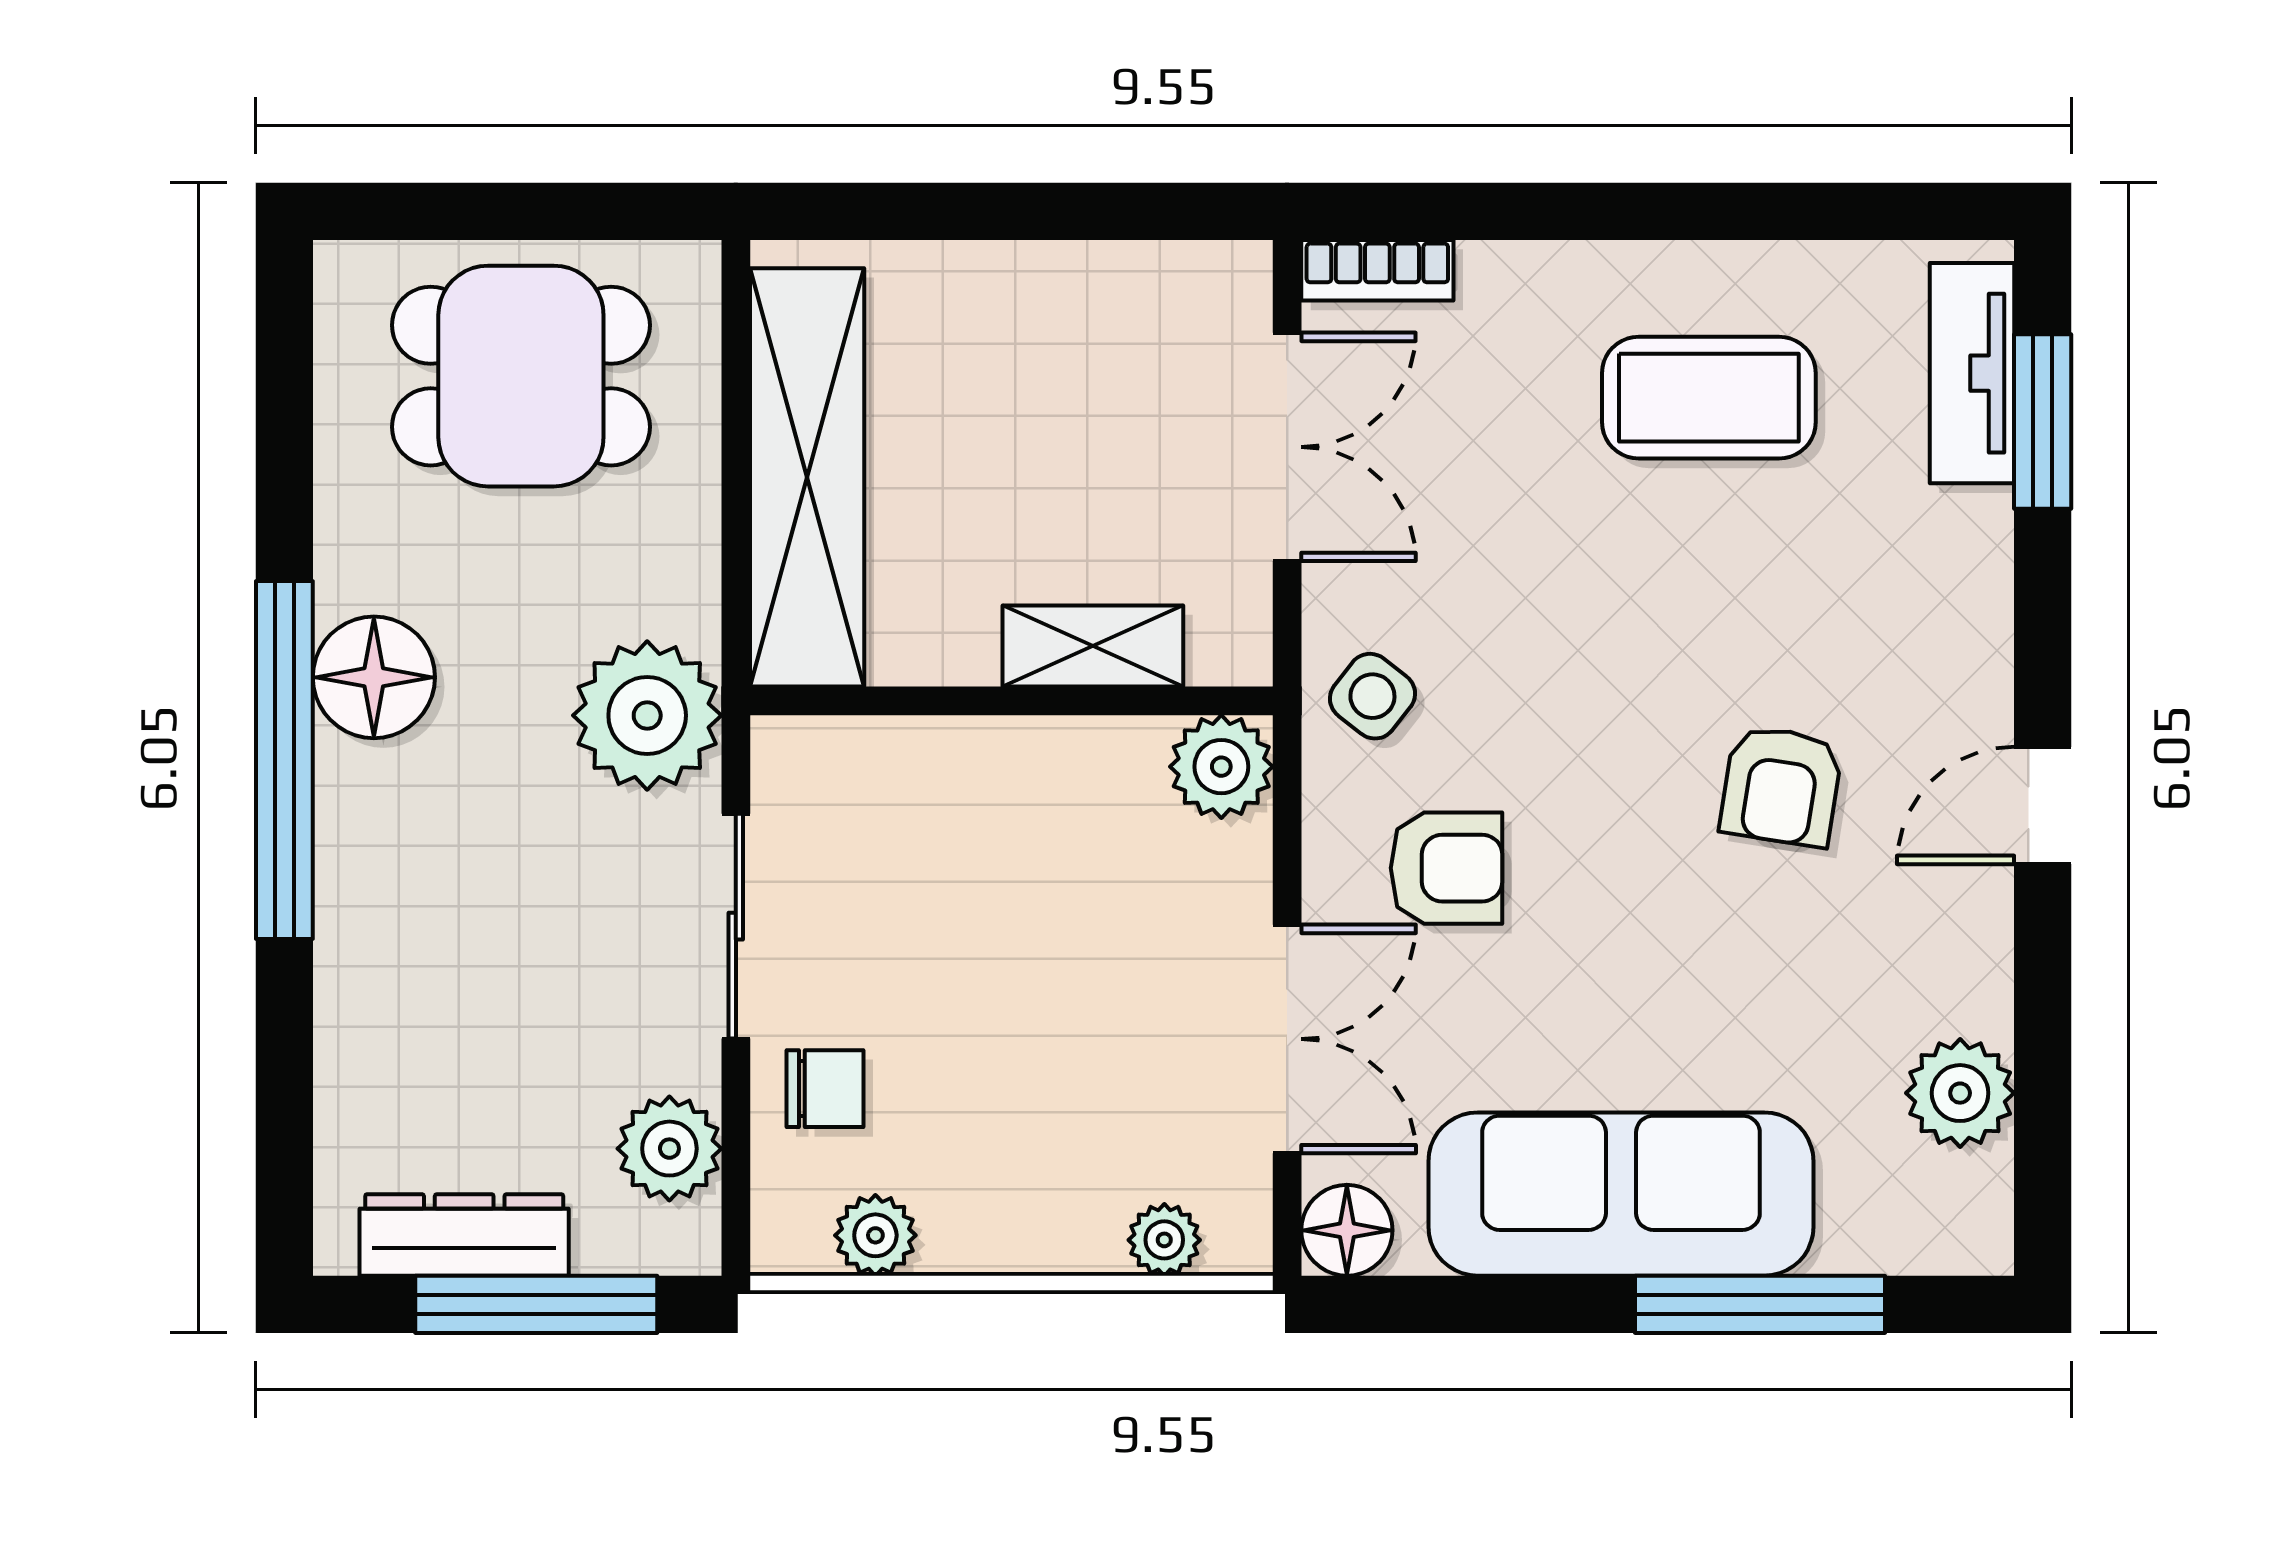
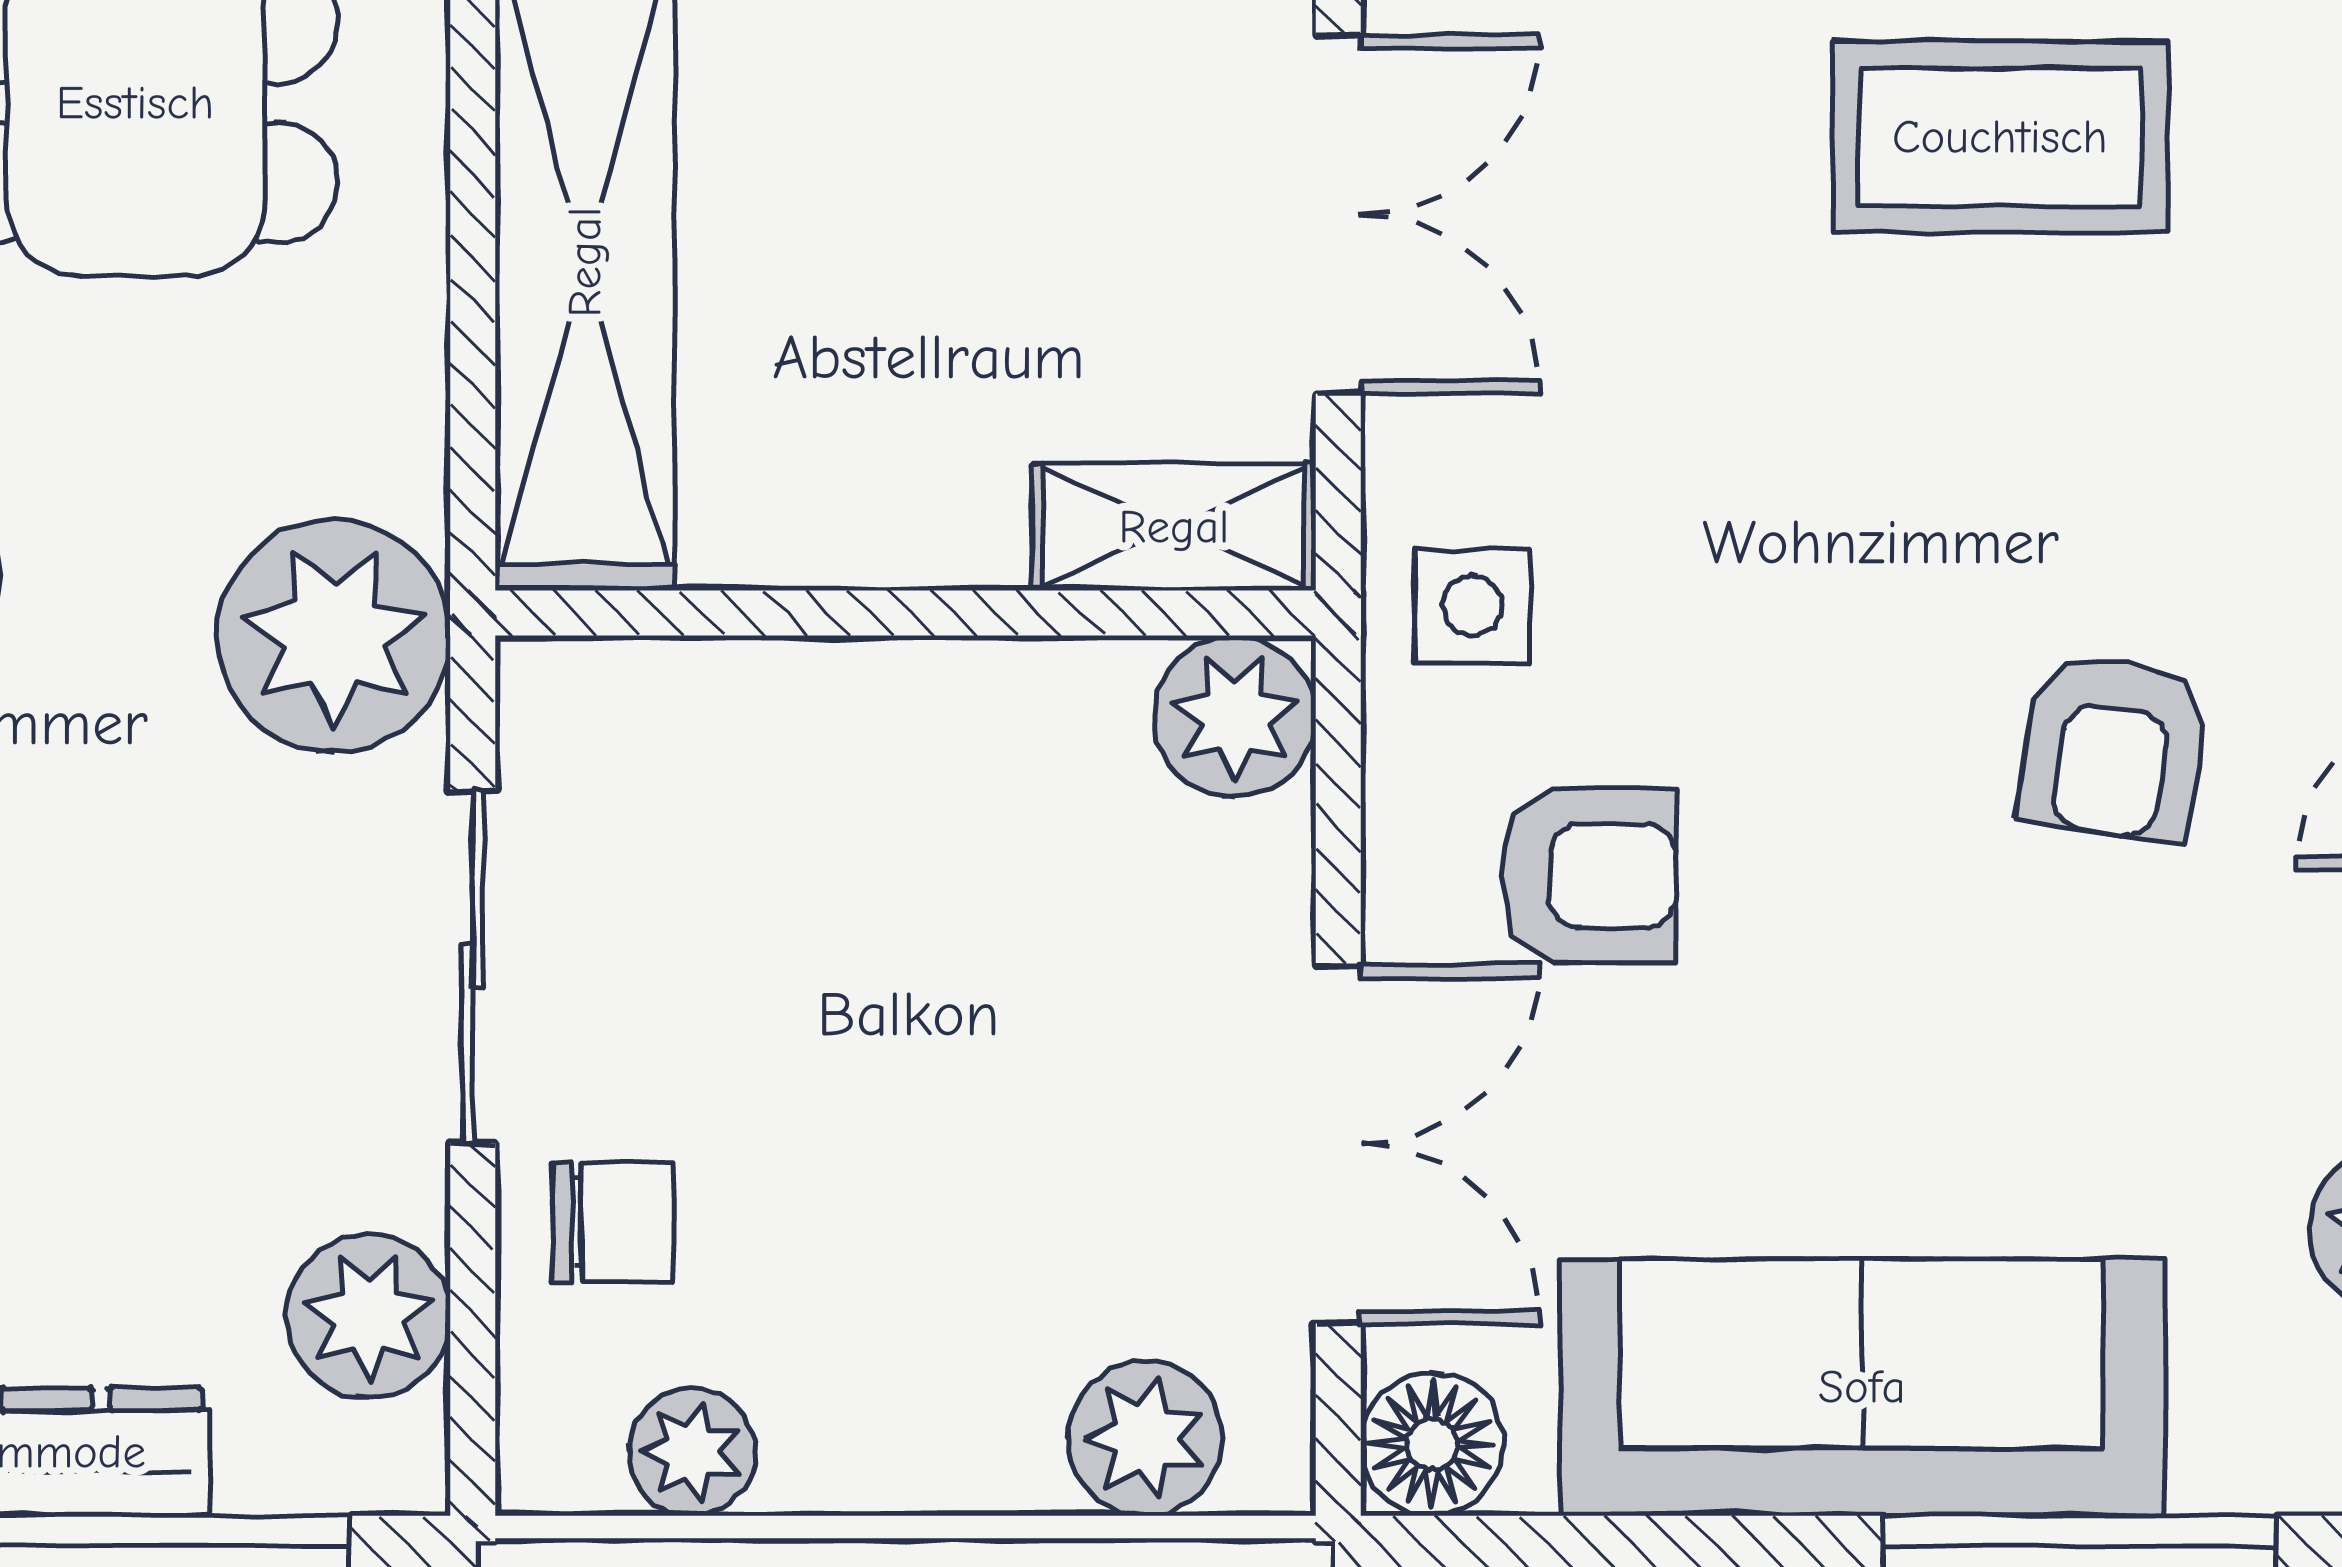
shelving: (1093, 646) -> (1174, 527), moved
side table: (1372, 696) -> (1472, 606), turned -38
plant: (1164, 1240) -> (1145, 1438), width x1.38, depth x1.38

